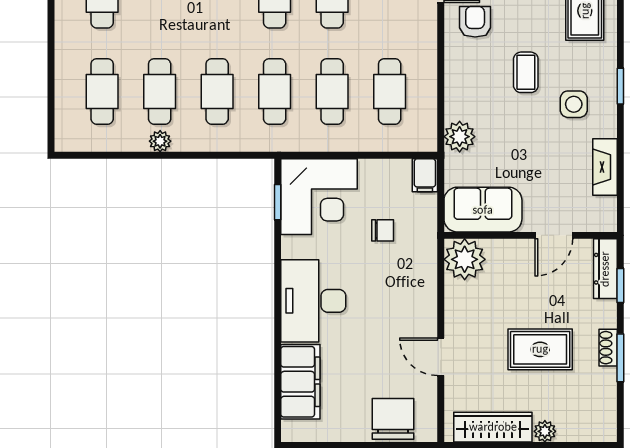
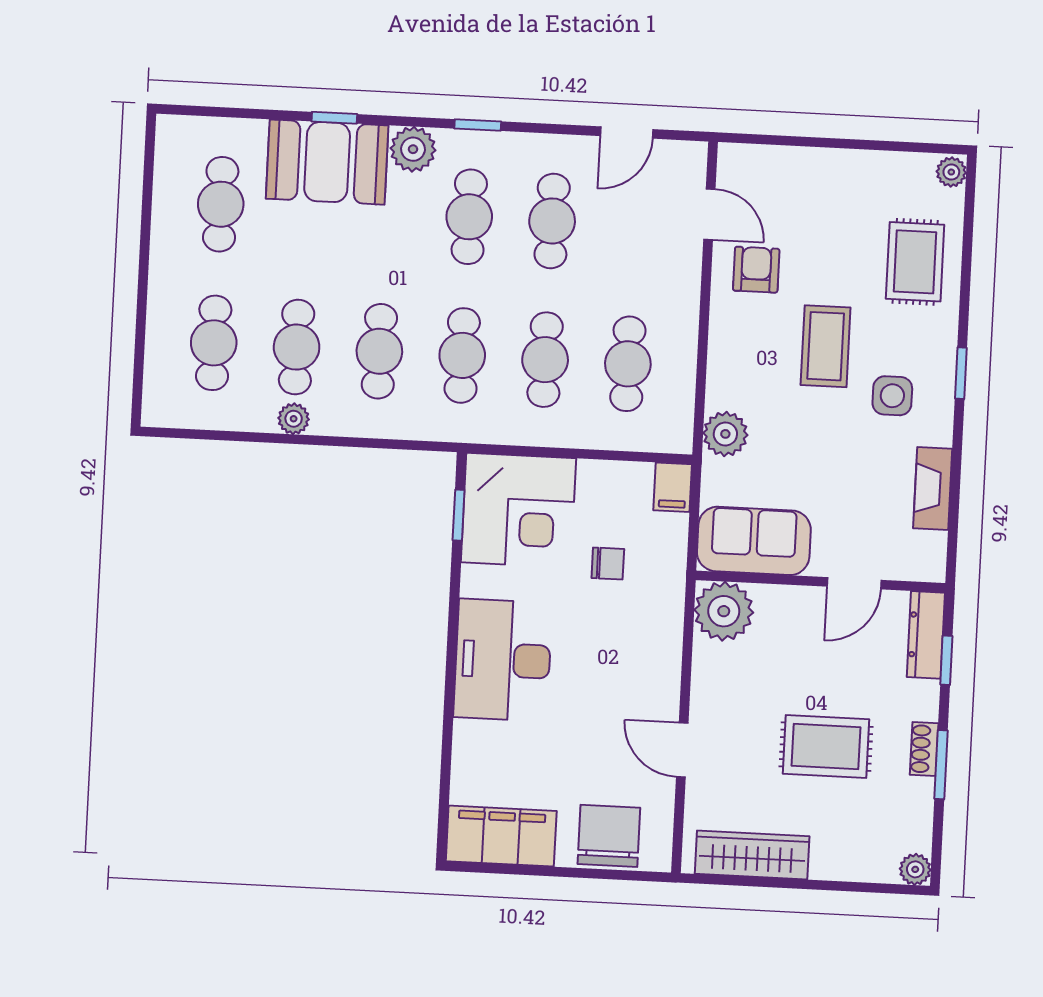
coffee table: (526, 72) -> (826, 346), width x1.36, depth x1.30
filing cabinet: (300, 382) -> (501, 836), moved, turned -90
plant: (545, 431) -> (915, 869), moved

